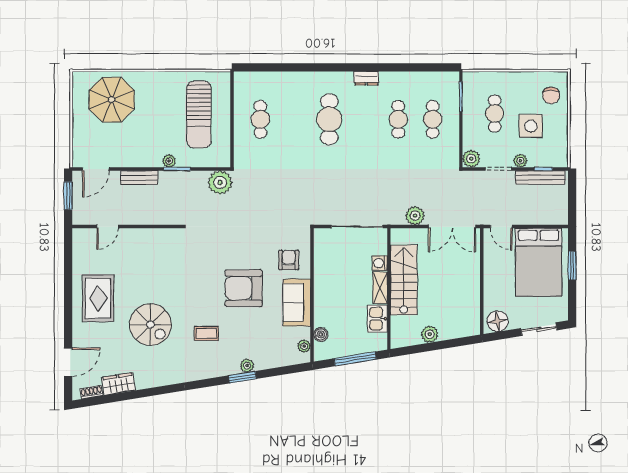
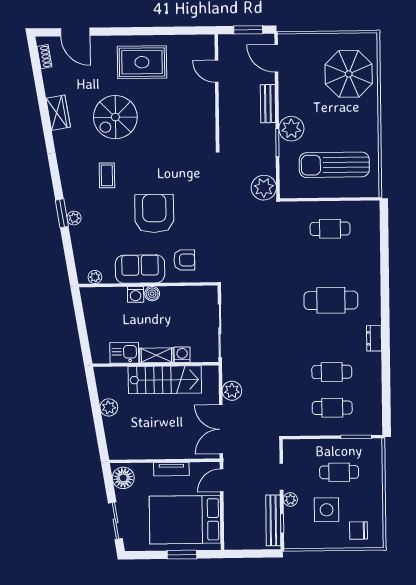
plant: (471, 159) -> (292, 448), removed
plant: (169, 161) -> (291, 129), width x1.88, depth x1.88
tv unit: (490, 275) -> (171, 469), added
washing machine: (321, 307) -> (136, 294), added
boiler: (321, 334) -> (152, 294), moved
window: (355, 359) -> (82, 330), removed
wardrobe: (119, 384) -> (58, 113), moved

